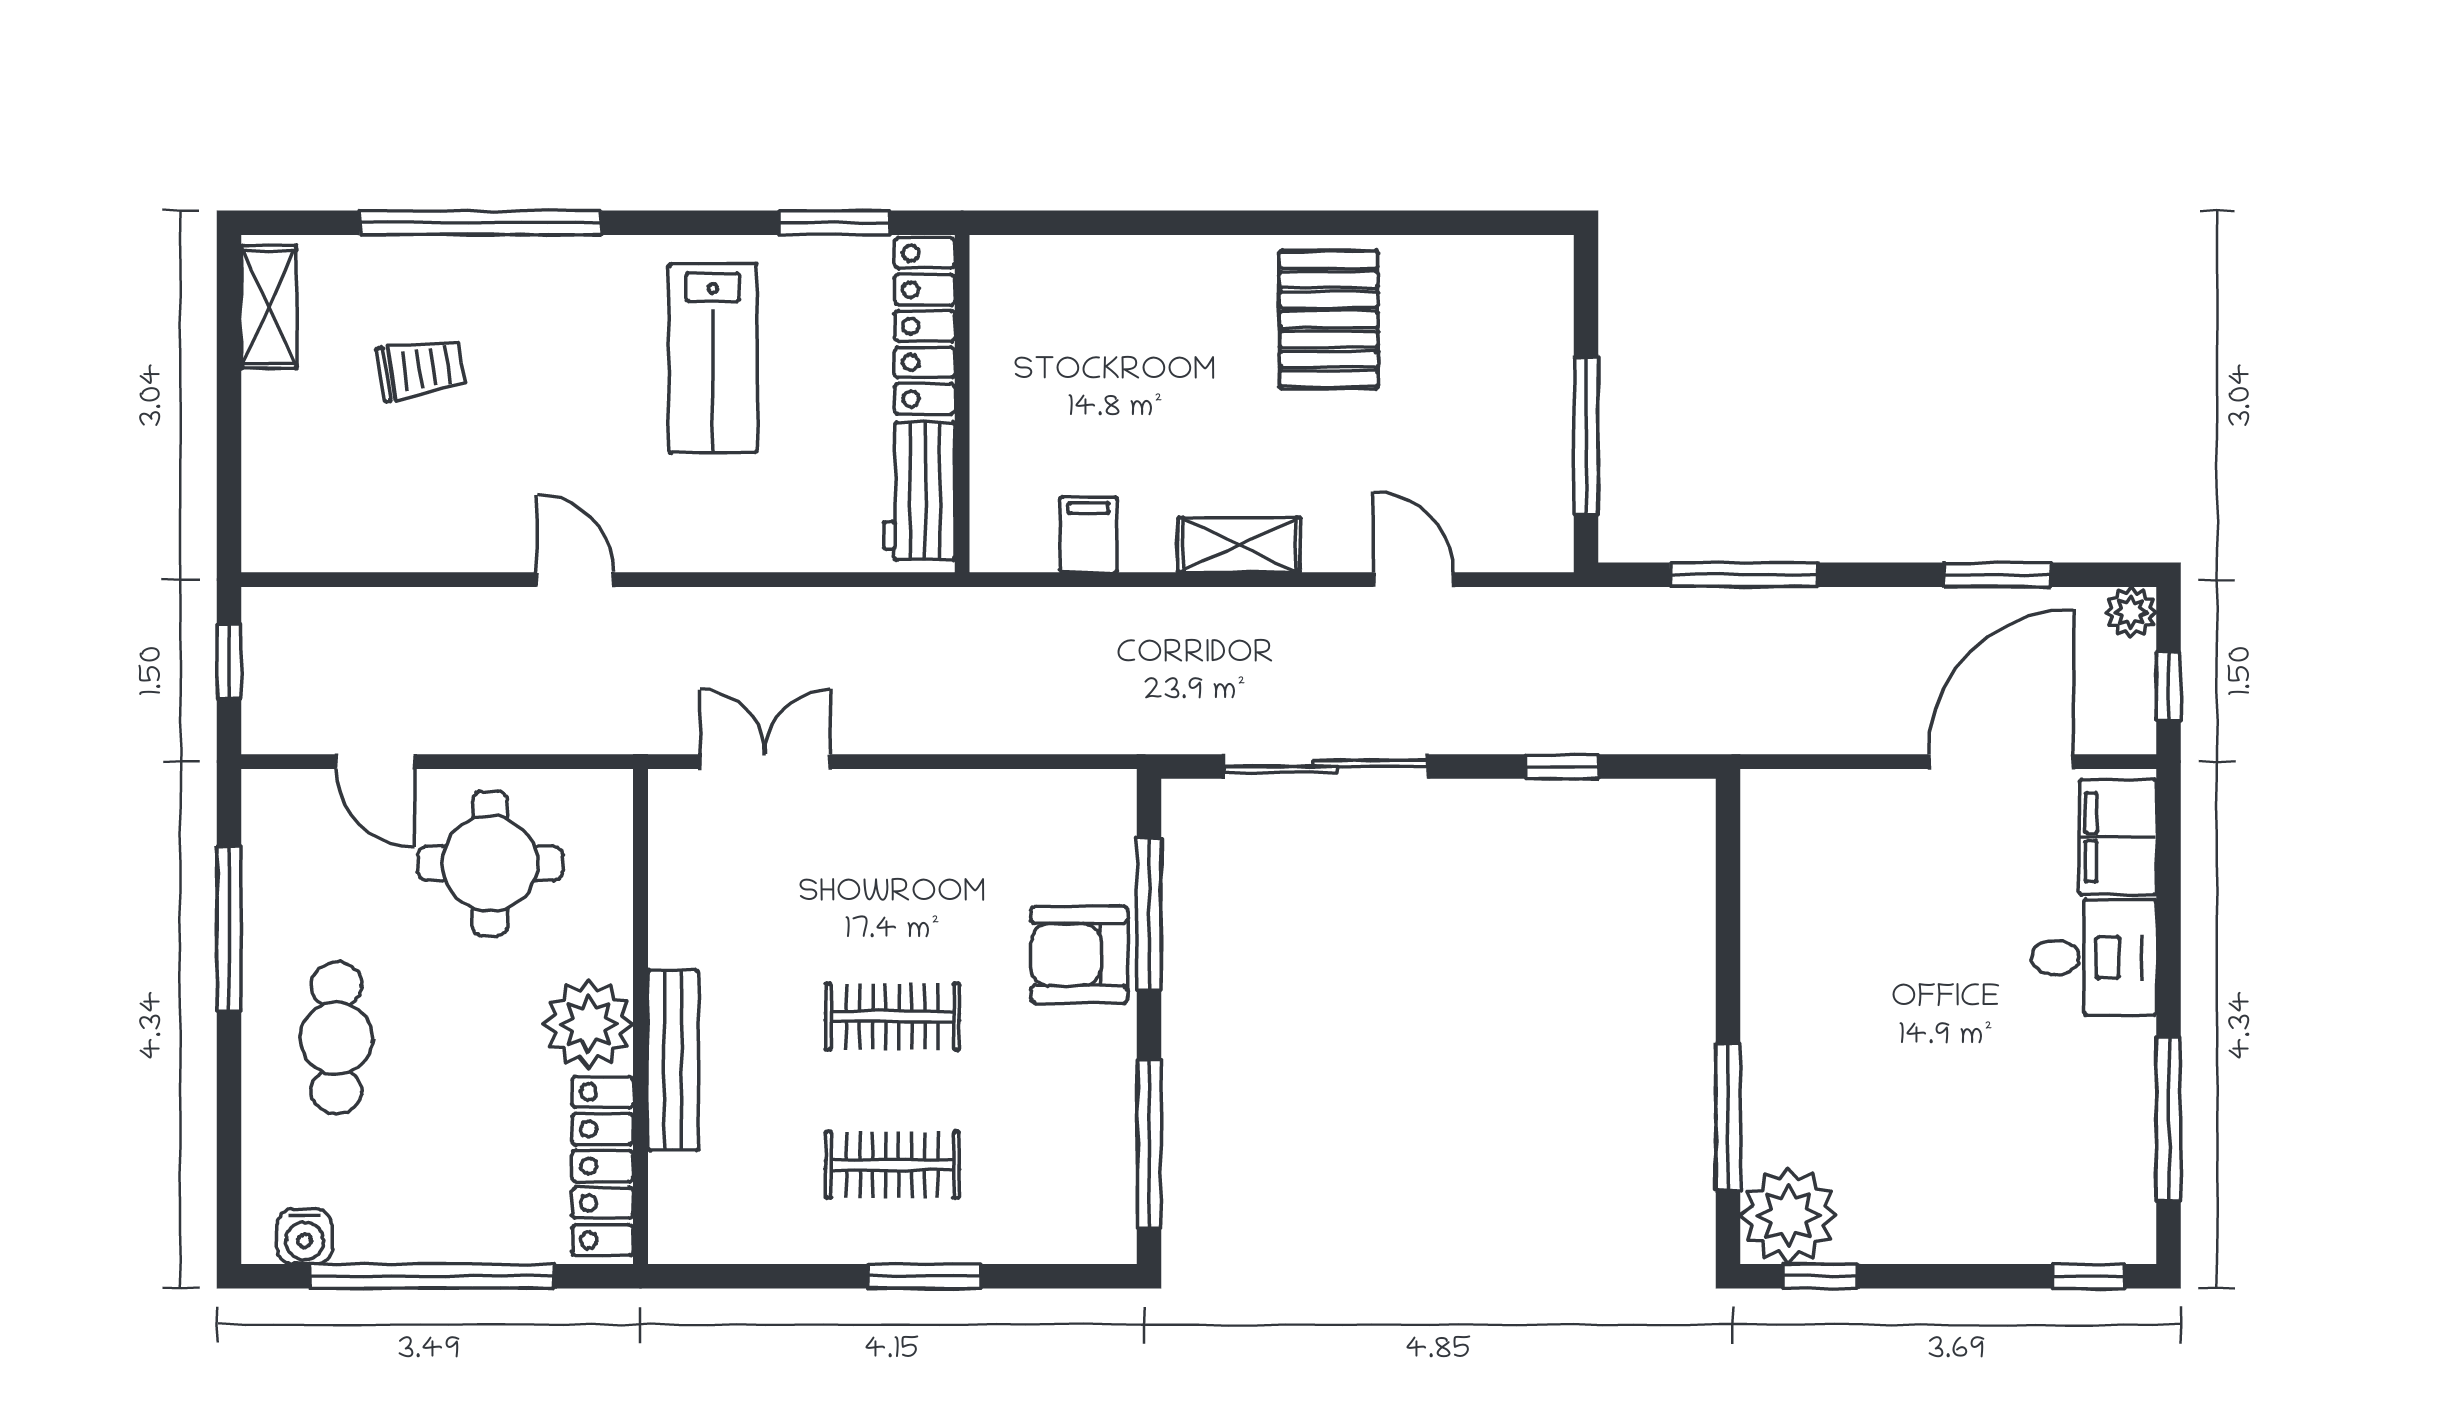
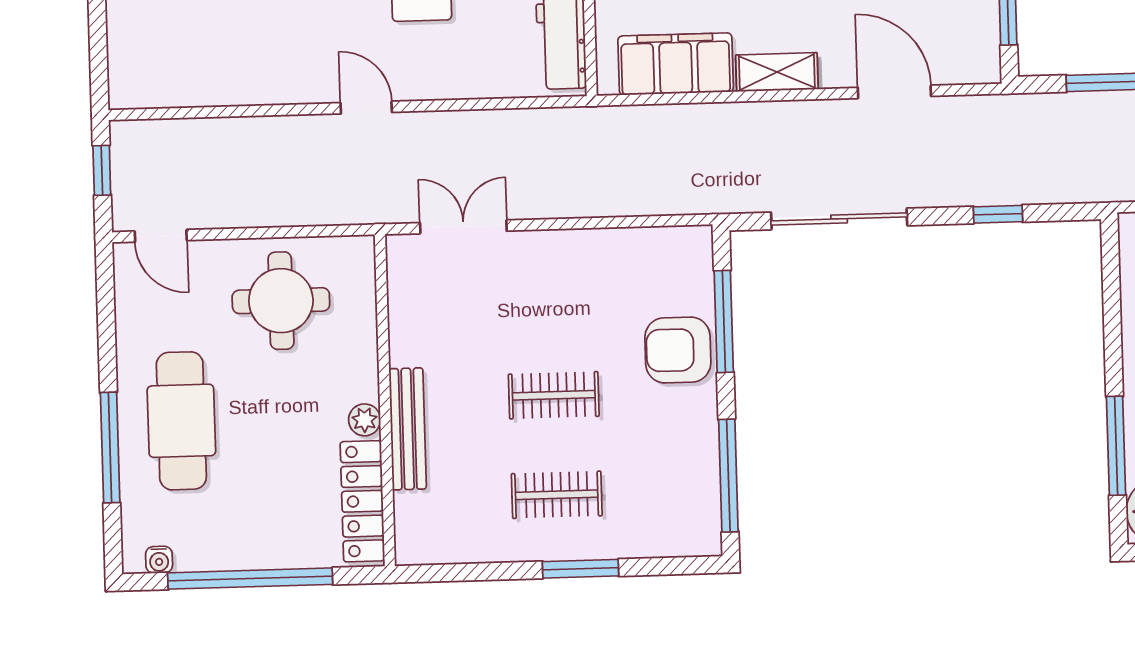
filing cabinet: (1089, 535) -> (676, 64), width x3.00, depth x1.17
door: (575, 580) -> (366, 108), moved
door: (1413, 580) -> (894, 92), width x1.38
door: (375, 762) -> (161, 236), moved
window: (229, 929) -> (110, 448), moved
plant: (589, 1024) -> (365, 420), width x0.53, depth x0.53
cafe table: (336, 1038) -> (181, 421), width x1.37, depth x1.35
water cooler: (305, 1237) -> (159, 560), width x0.72, depth x0.72

